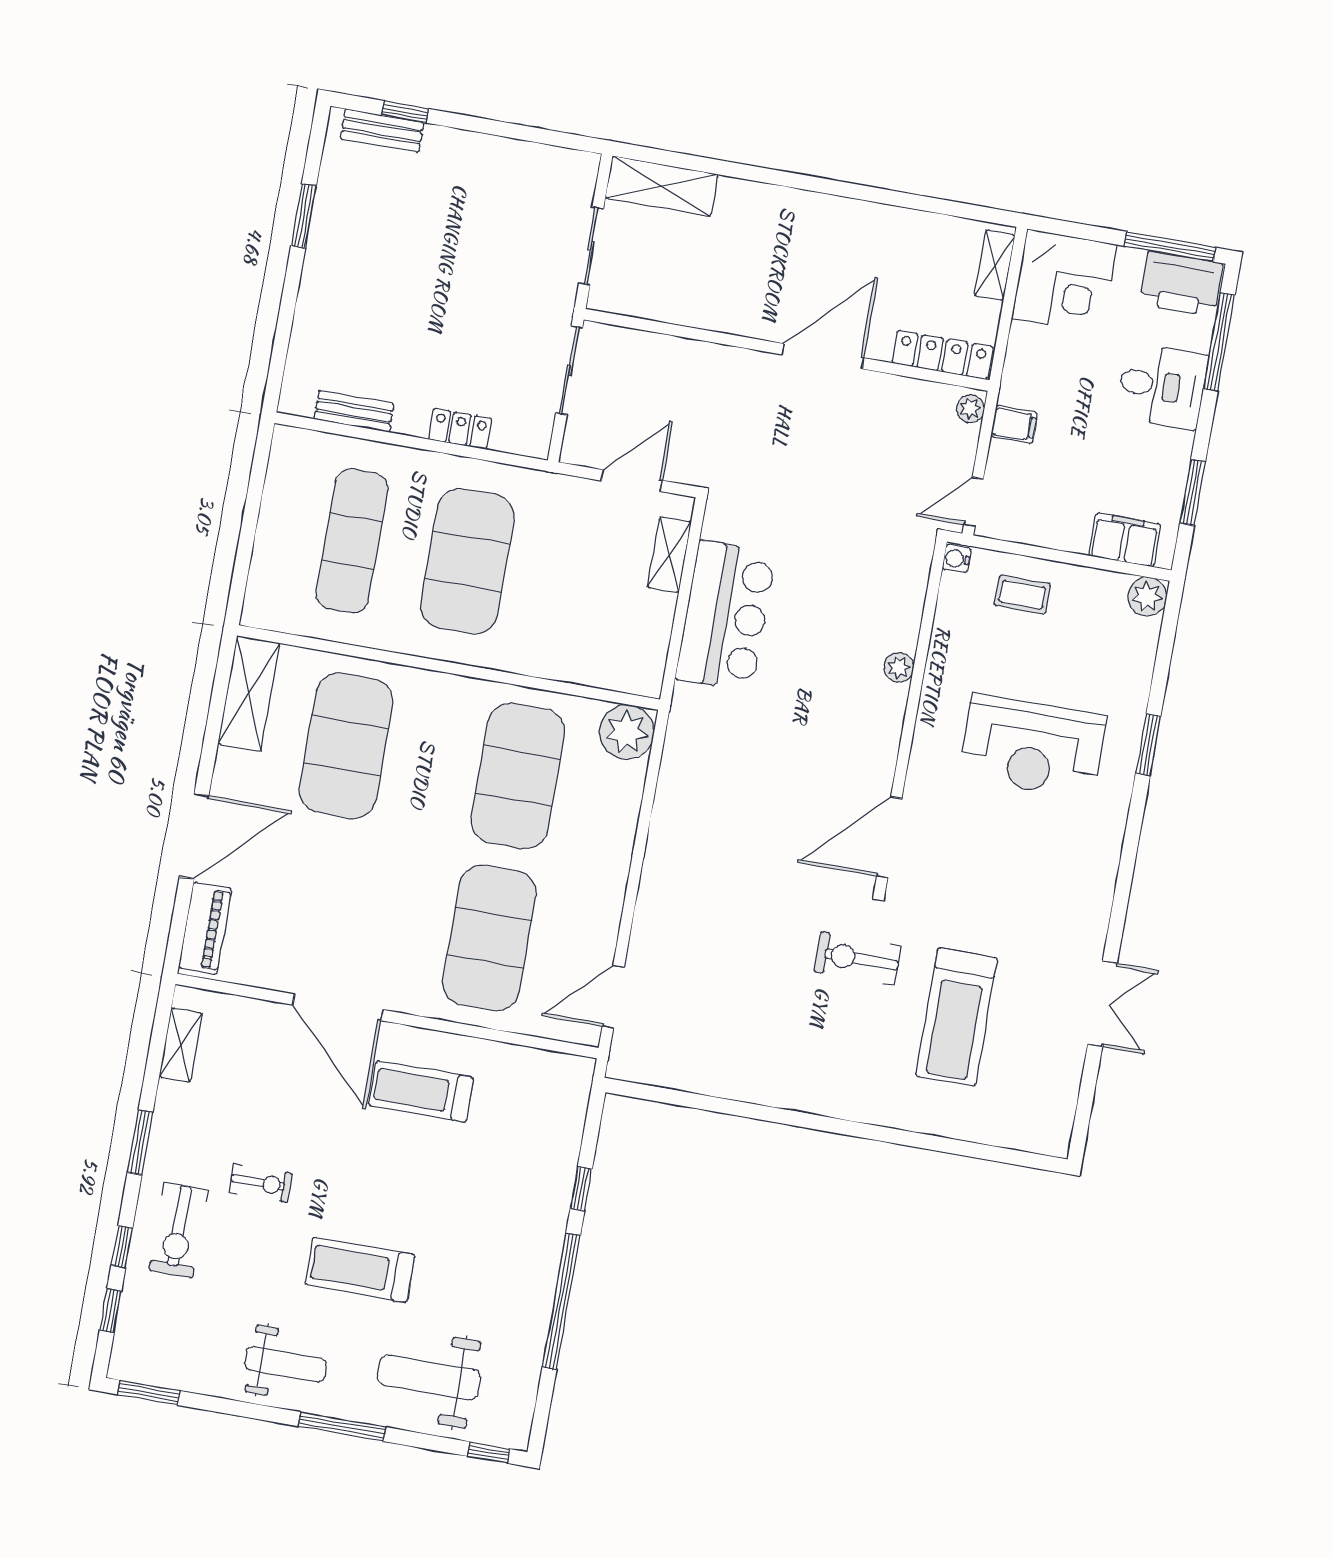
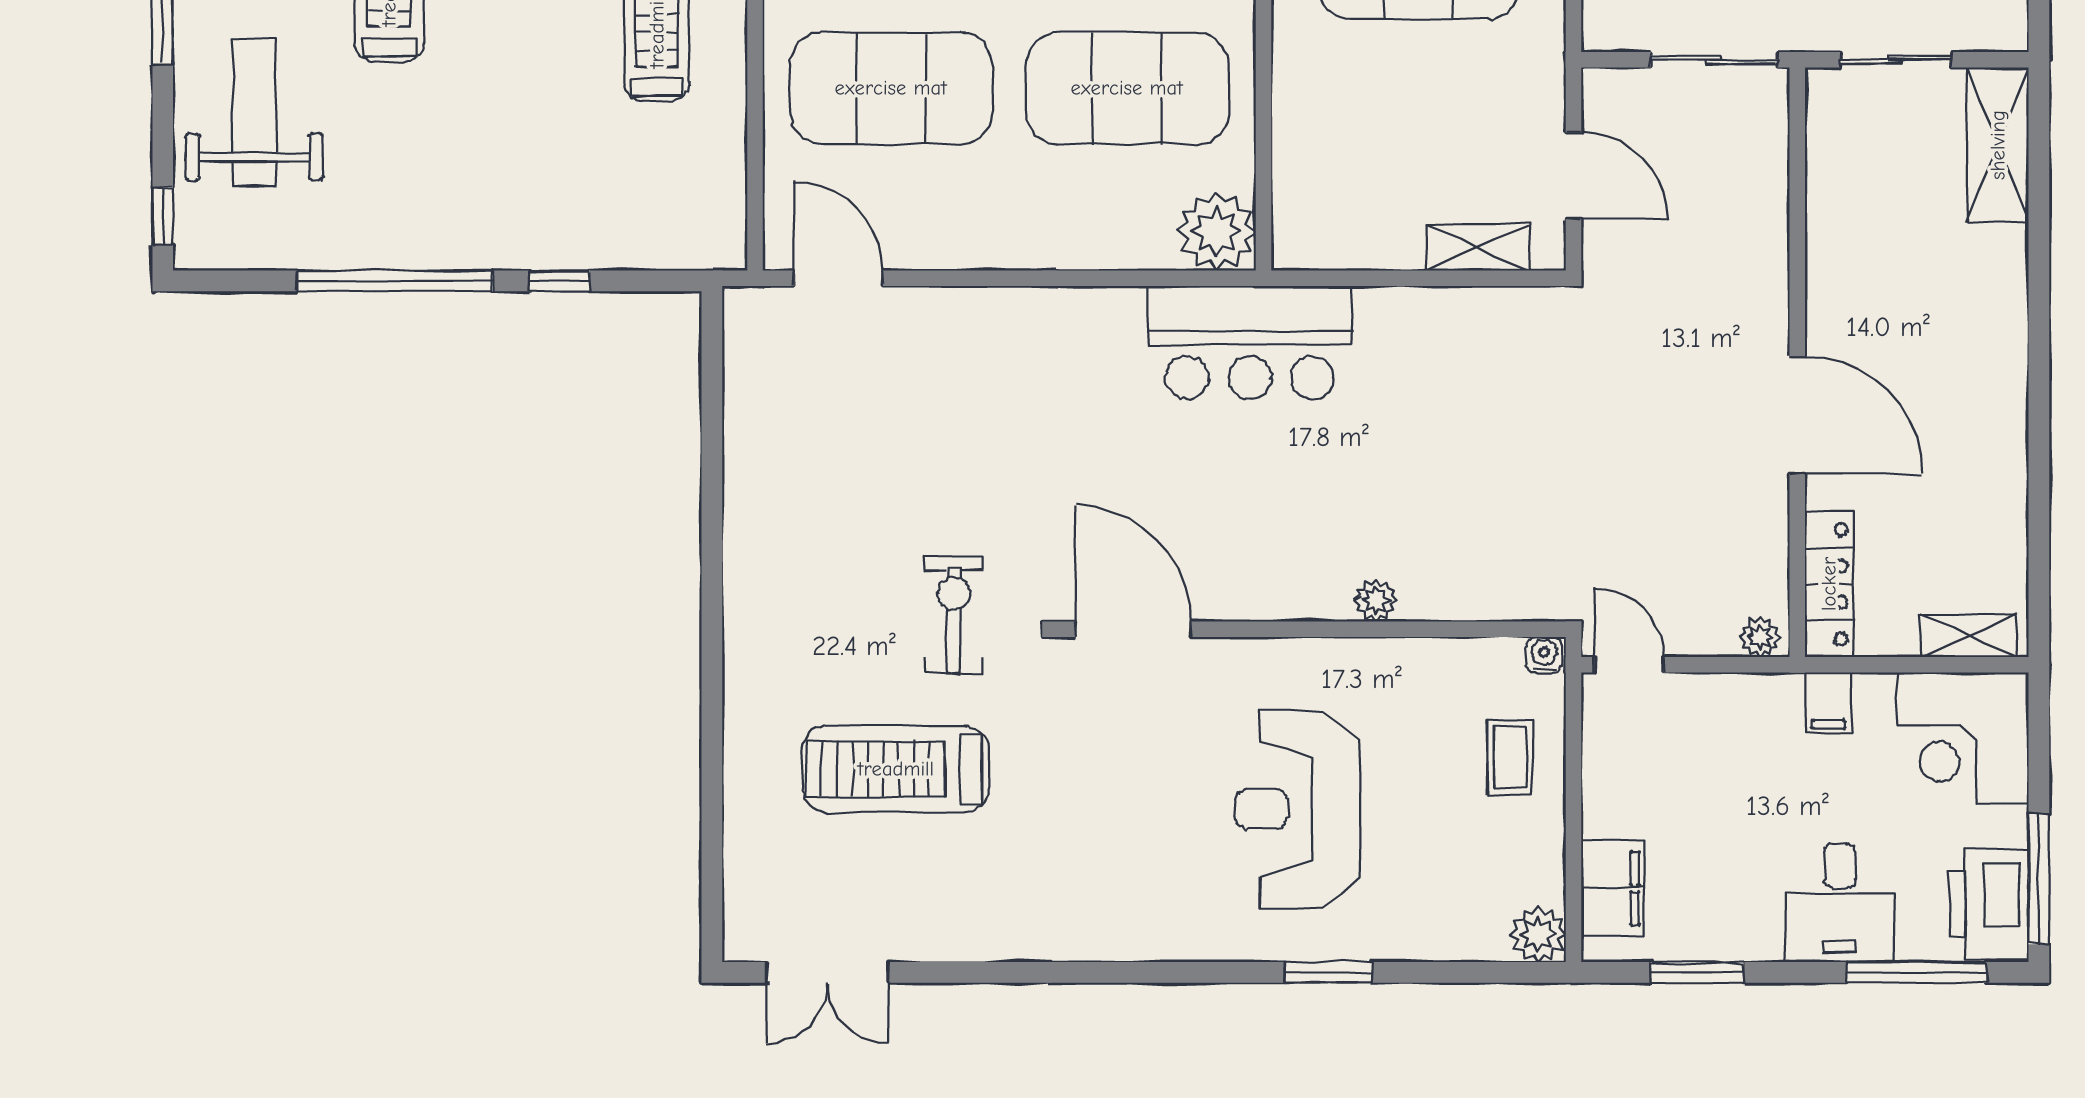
filing cabinet: (1014, 424) -> (1828, 703), moved
bar counter: (726, 616) -> (1250, 343), moved
double door: (1102, 1004) -> (828, 972), moved

